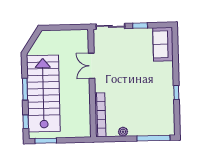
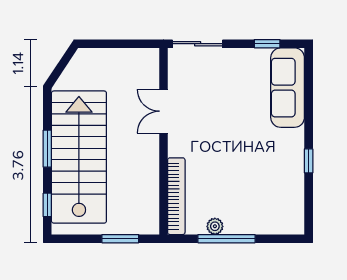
window: (140, 26) -> (267, 44), moved
sofa: (163, 44) -> (288, 88), width x1.36
window: (153, 138) -> (226, 239), moved
window: (46, 141) -> (120, 239), moved

